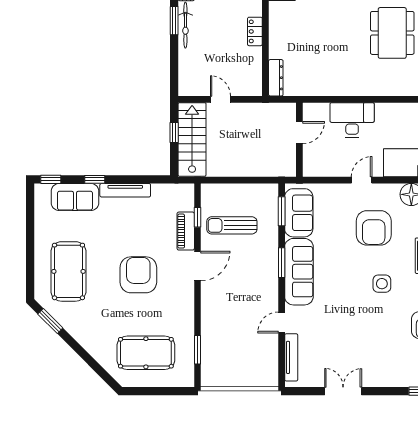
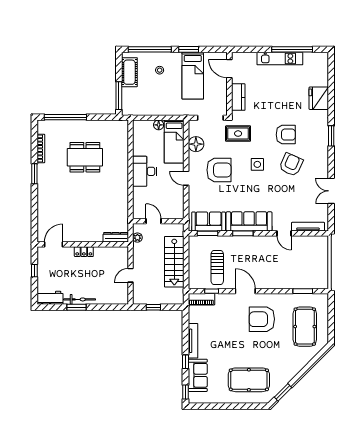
plant: (275, 109) -> (137, 238), added
desk: (352, 120) -> (145, 171), moved
stairs: (192, 139) -> (174, 262), moved, turned -90
piano: (186, 231) -> (201, 299), moved
armchair: (138, 275) -> (262, 319), moved
armchair: (382, 333) -> (291, 165), added

